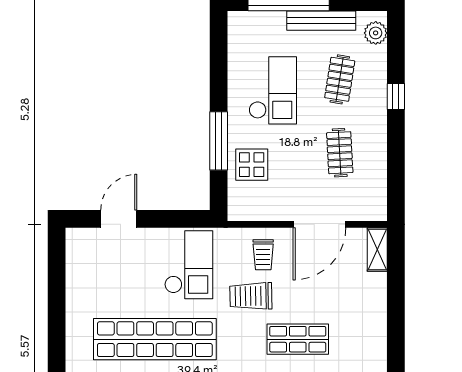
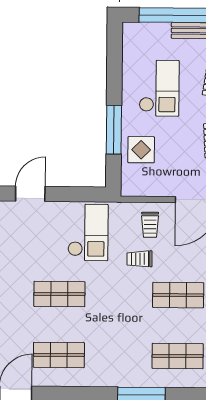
trolley: (251, 296) -> (139, 259), width x0.73, depth x0.72
shop shelf: (155, 339) -> (59, 294), width x0.50, depth x0.74

